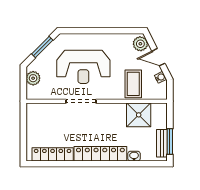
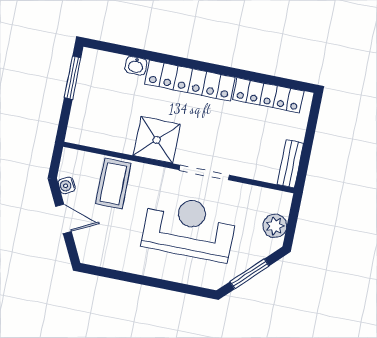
plant: (140, 44) -> (89, 247), removed
shower: (139, 115) -> (157, 140), moved
bench: (162, 143) -> (290, 164), moved

